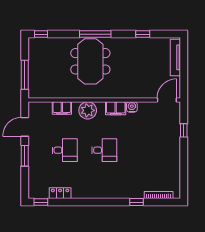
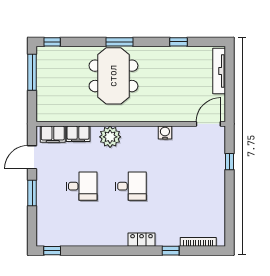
window: (95, 34) -> (119, 42), width x0.69
window: (25, 75) -> (32, 72), moved
filing cabinet: (116, 108) -> (53, 134), moved
locker: (60, 193) -> (142, 240), moved

